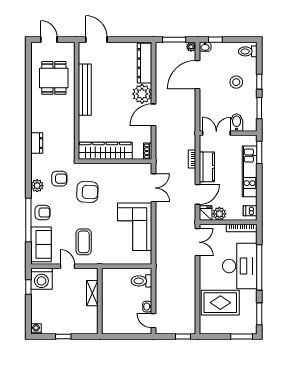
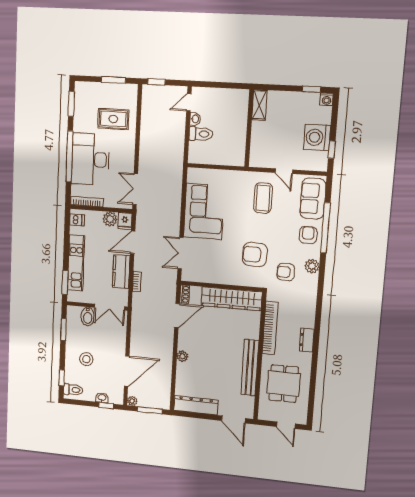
washbasin: (205, 47) -> (102, 398), moved
dresser: (145, 63) -> (196, 405), moved, turned -90
window: (259, 82) -> (62, 378), moved
plant: (142, 94) -> (182, 356), width x0.53, depth x0.53
door: (154, 115) -> (177, 315), moved
bookcase: (69, 127) -> (270, 328), added
dresser: (37, 143) -> (307, 340), moved
armchair: (43, 213) -> (308, 235), turned 90
washing machine: (41, 279) -> (317, 137), moved, turned -90
toilet: (142, 281) -> (201, 134), moved
shelving: (92, 293) -> (259, 105), moved
rug: (220, 303) -> (113, 119), width x0.73, depth x0.70
door: (154, 321) -> (189, 102), swing flipped
window: (63, 336) -> (312, 89), moved
window: (242, 336) -> (113, 80), moved

